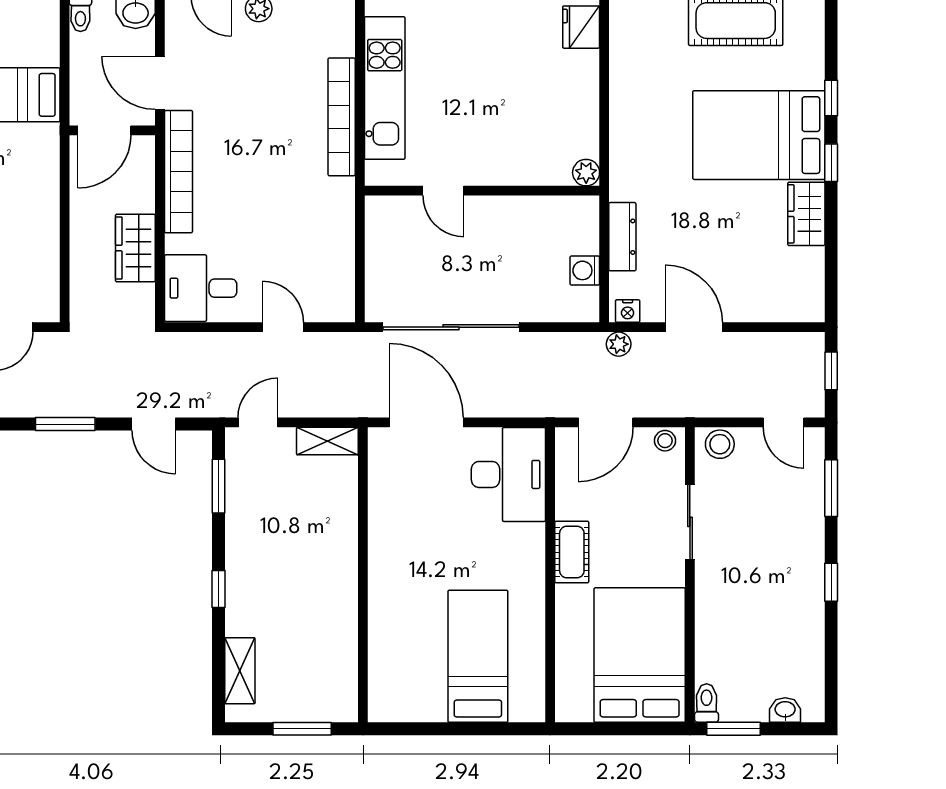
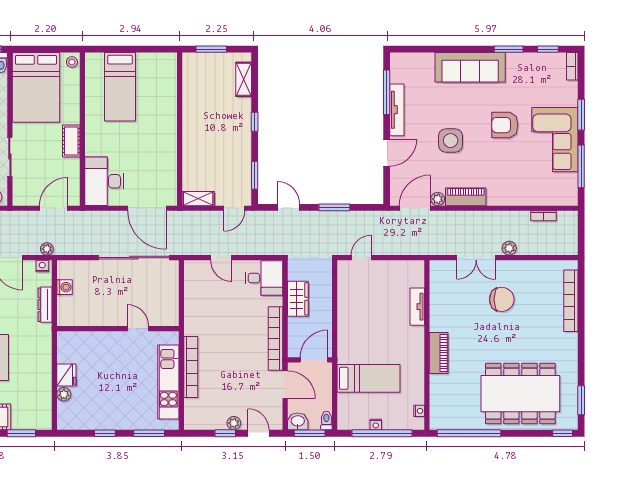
fridge: (581, 27) -> (66, 375), moved
plant: (586, 173) -> (64, 394), moved
stool: (665, 441) -> (72, 62), moved

